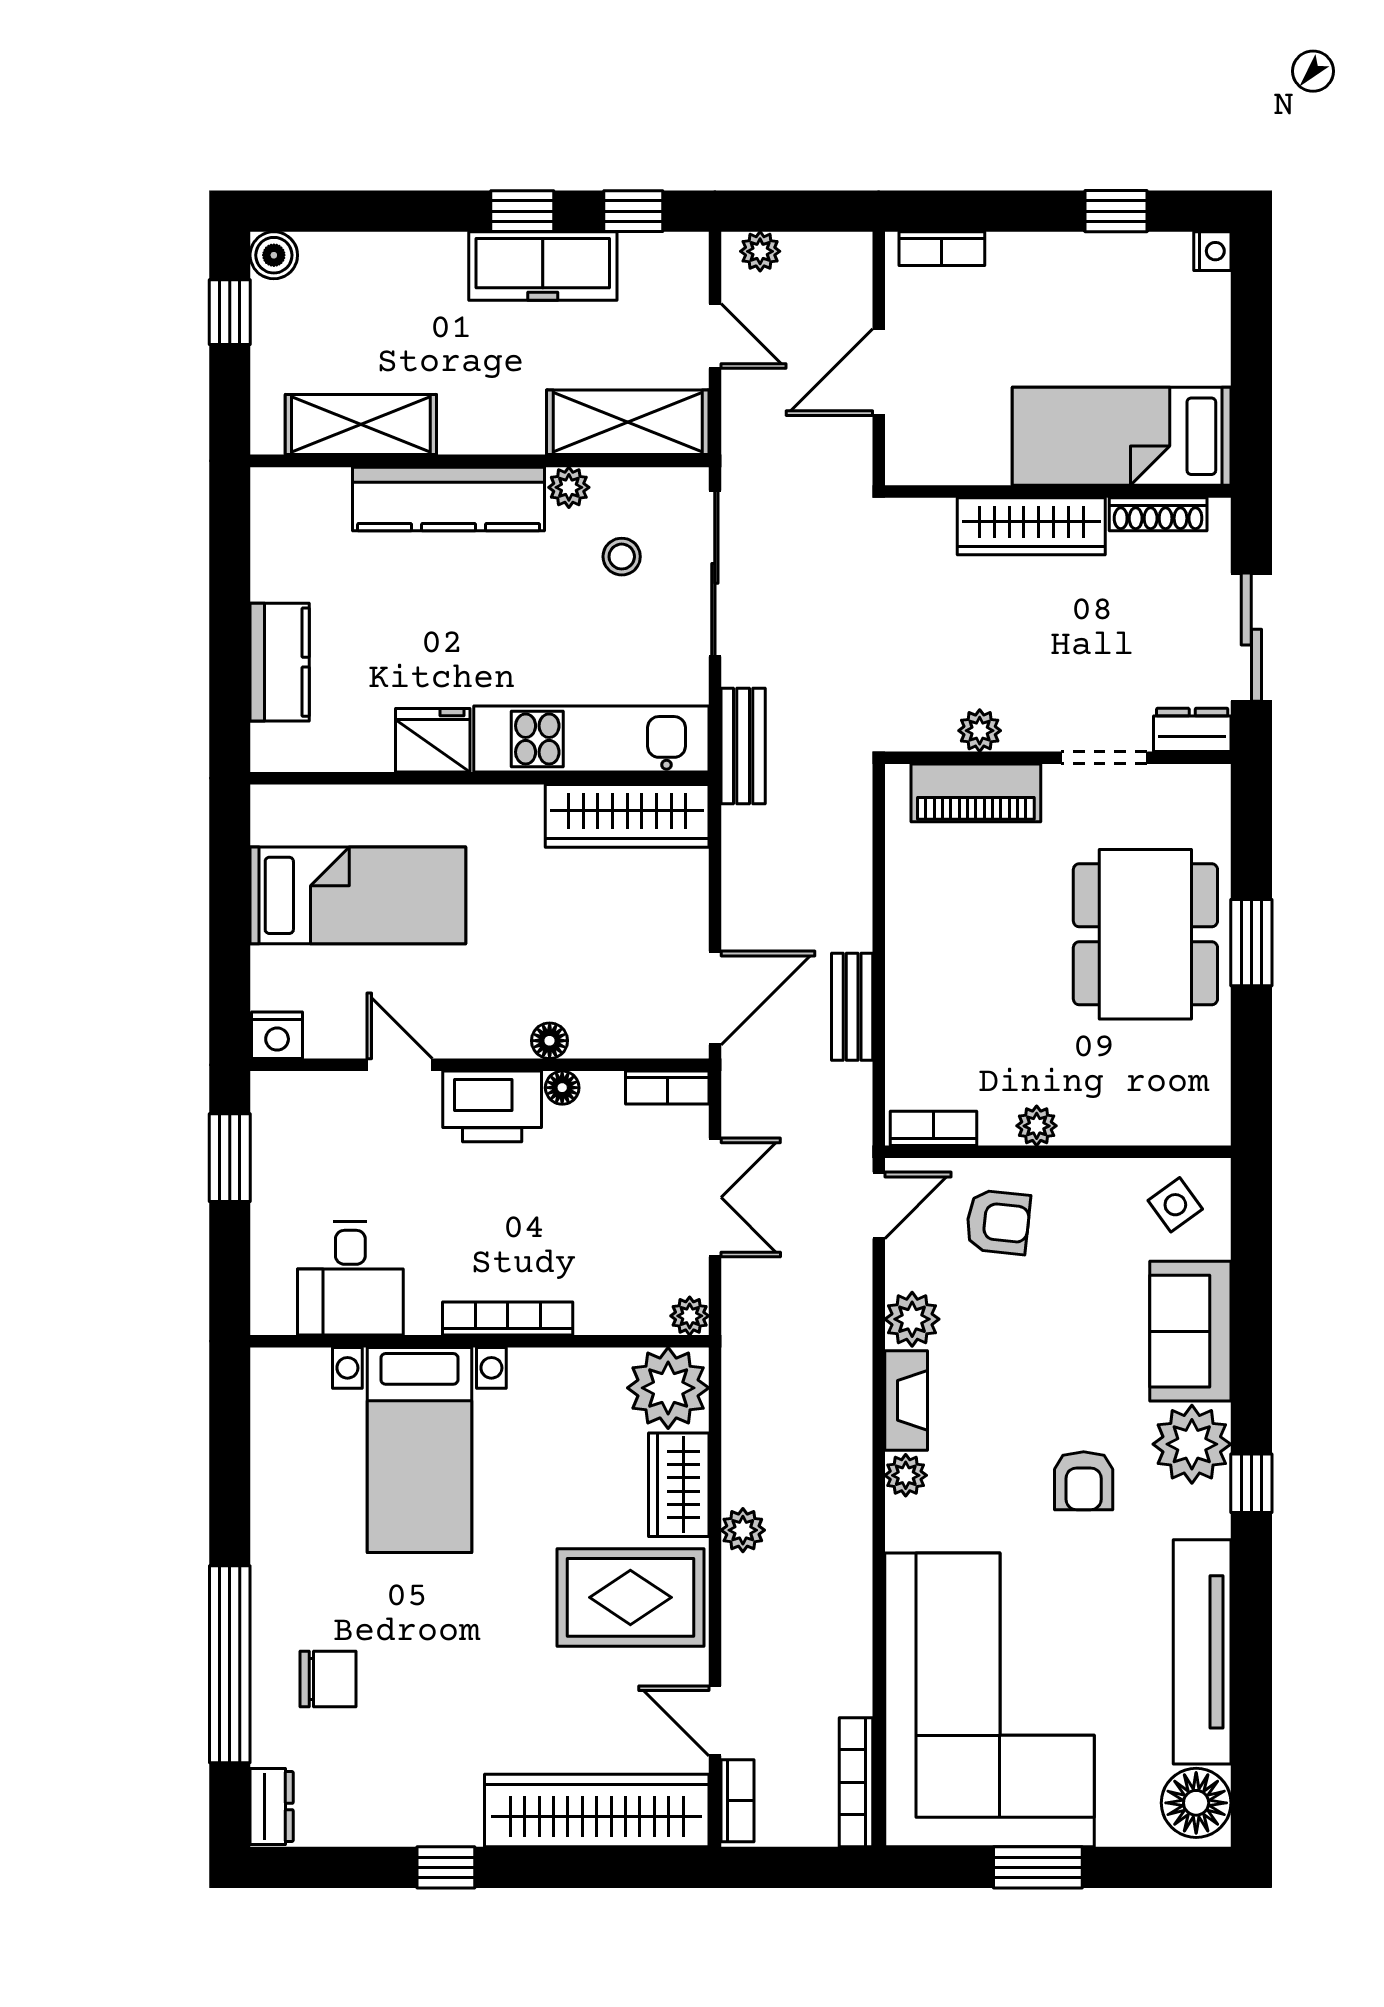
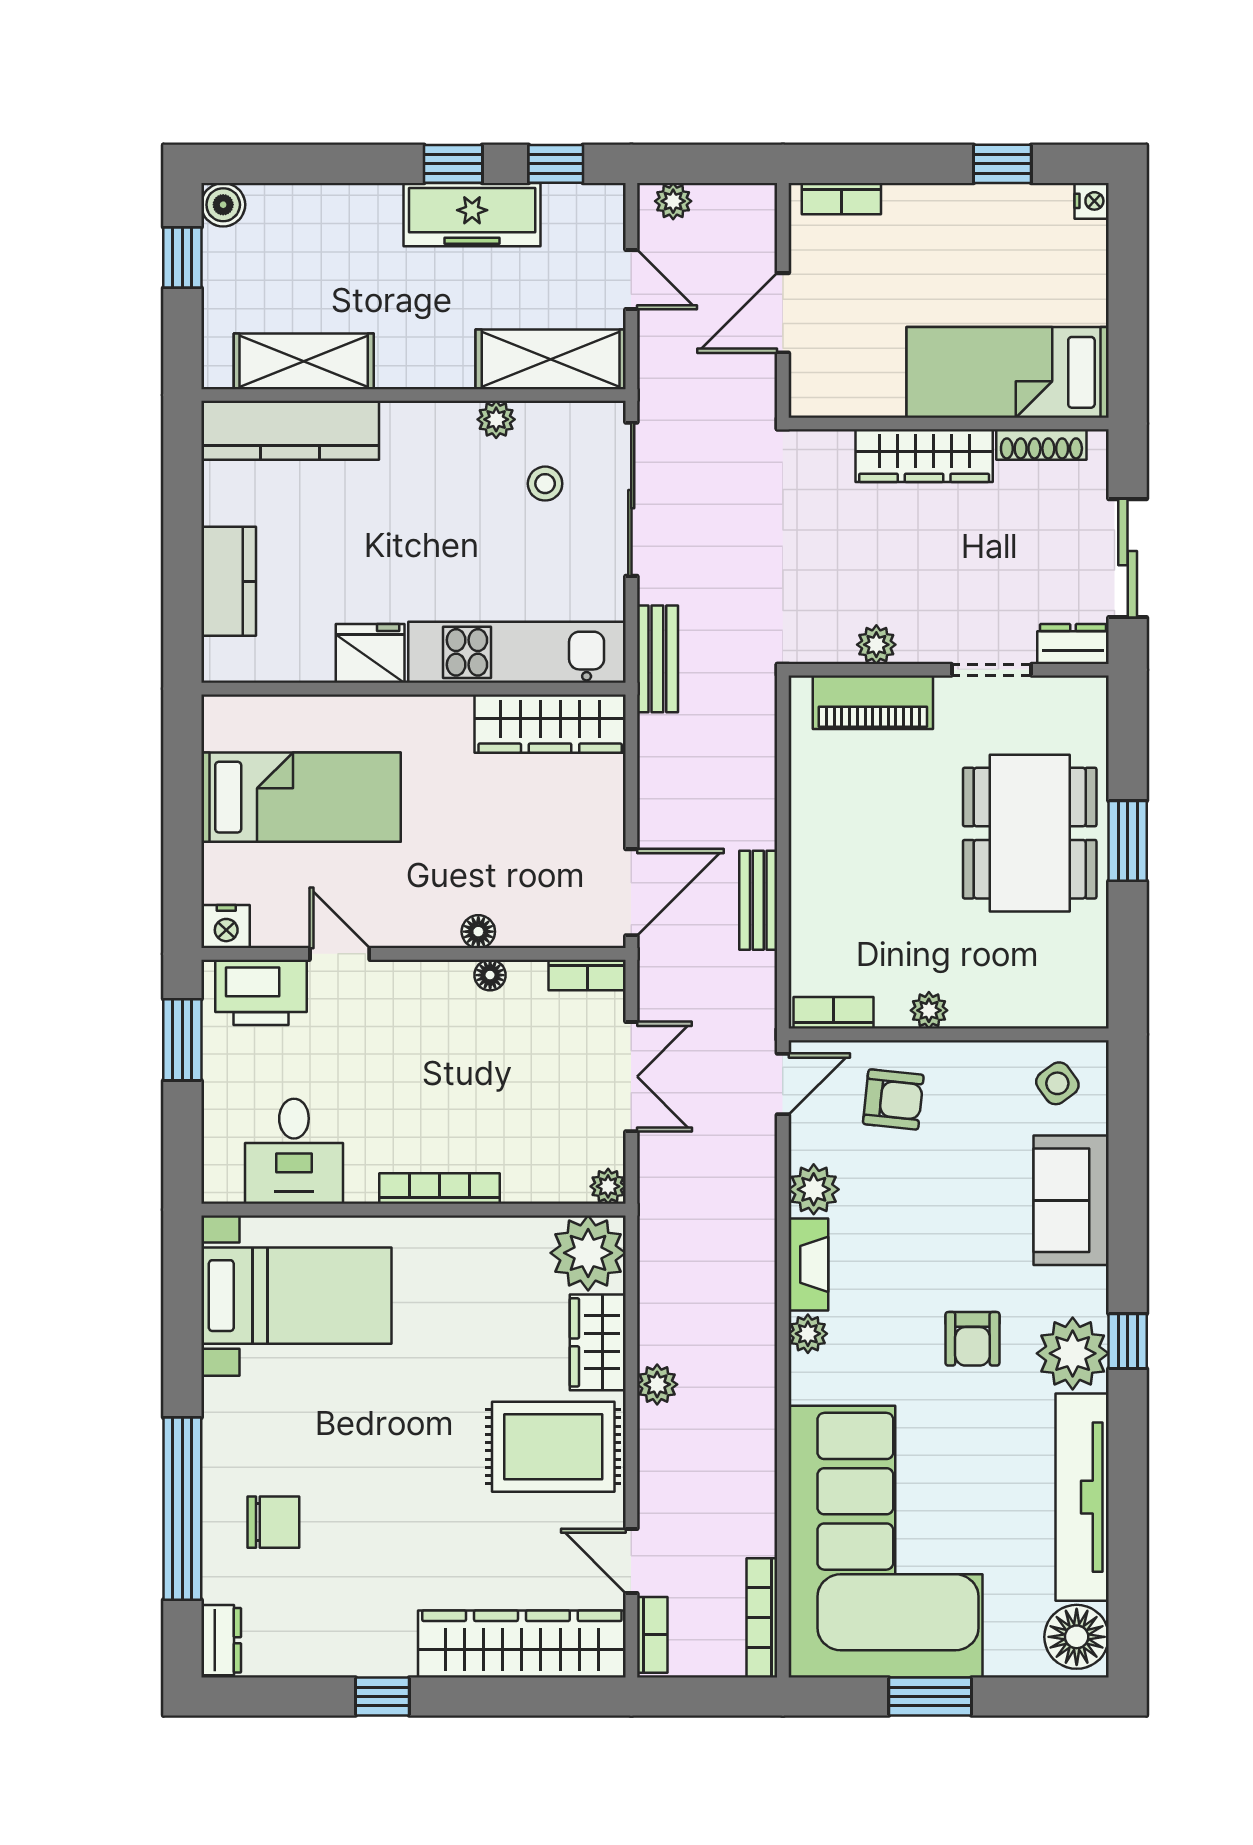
kitchen counter: (449, 499) -> (290, 430), moved
printer: (492, 1106) -> (261, 992), moved
plant: (1192, 1444) -> (1073, 1353), moved
bed with nightstands: (419, 1450) -> (296, 1296), moved, turned -90

